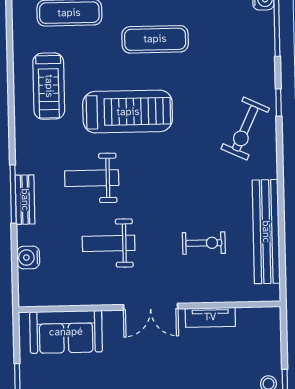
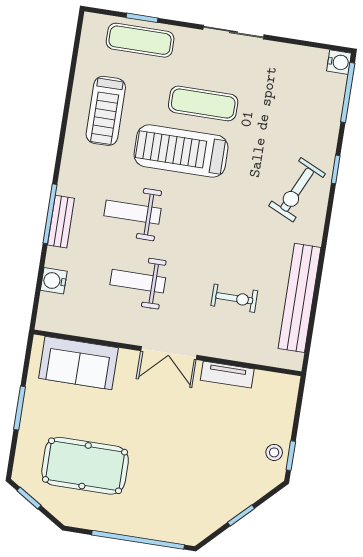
exercise mat: (155, 39) -> (203, 103), moved
treadmill: (128, 112) -> (181, 151), turned 180

